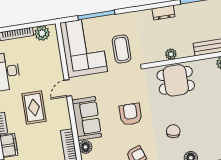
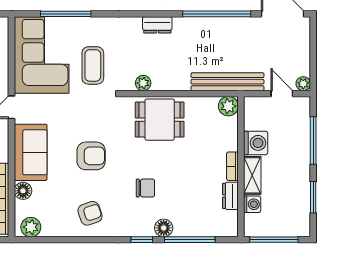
plant: (171, 54) -> (143, 83), moved
armchair: (131, 114) -> (91, 156), turned 90
chair: (173, 131) -> (145, 188), turned 78

